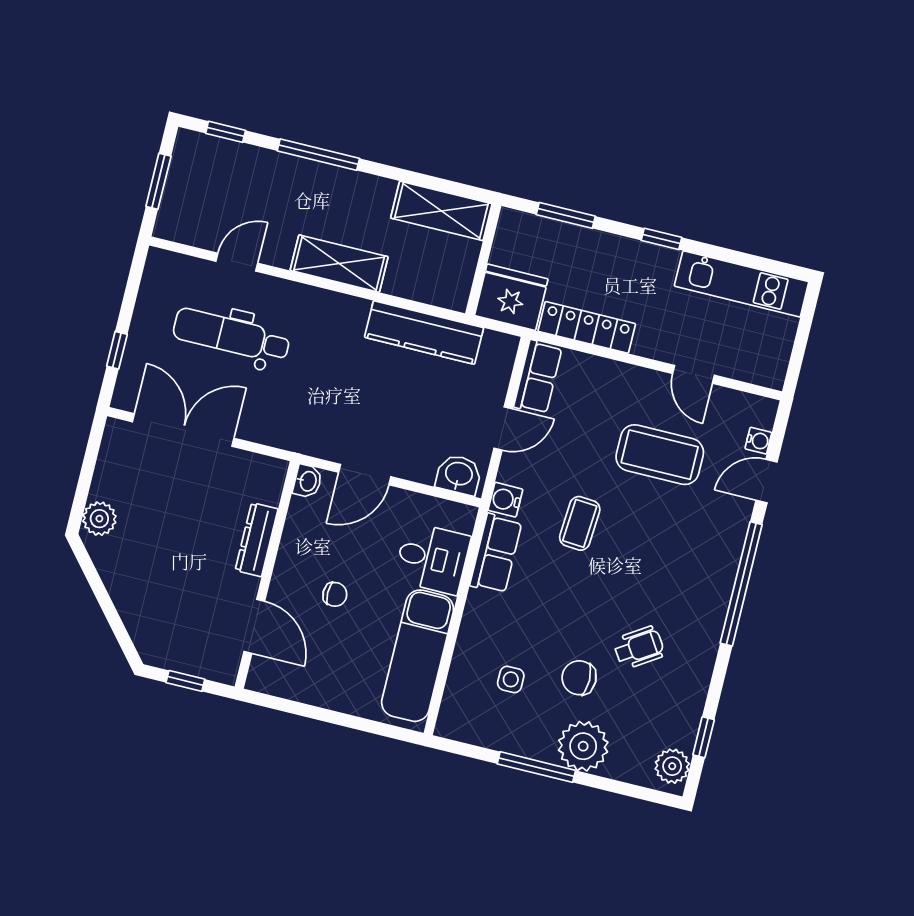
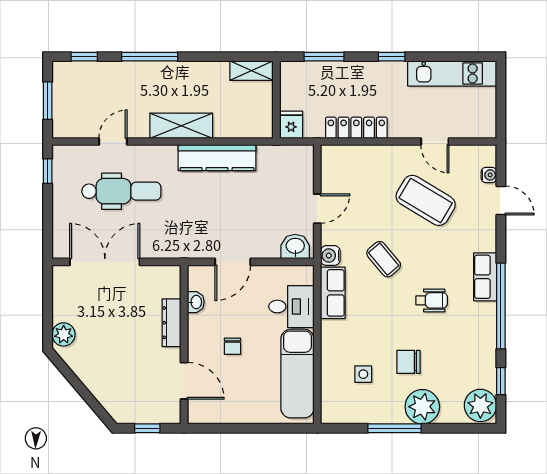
shelving: (441, 211) -> (251, 71), width x0.67, depth x0.75
fridge: (511, 297) -> (291, 125), width x0.53, depth x0.75
kitchen counter: (424, 333) -> (217, 158), moved
dental chair: (231, 336) -> (121, 191), turned 180
window: (117, 350) -> (48, 171), moved
row of seats: (538, 377) -> (485, 277), moved, turned 180
coffee table: (660, 455) -> (426, 200), turned 31
washbasin: (308, 481) -> (196, 302), moved
door: (766, 481) -> (501, 201), swing flipped
coffee table: (580, 523) -> (384, 259), turned -44
window: (741, 584) -> (501, 306), moved
chair: (335, 594) -> (232, 346), turned 90
wheelchair: (639, 648) -> (432, 300), moved, turned 33
plant: (672, 766) -> (480, 405), width x1.36, depth x1.36

